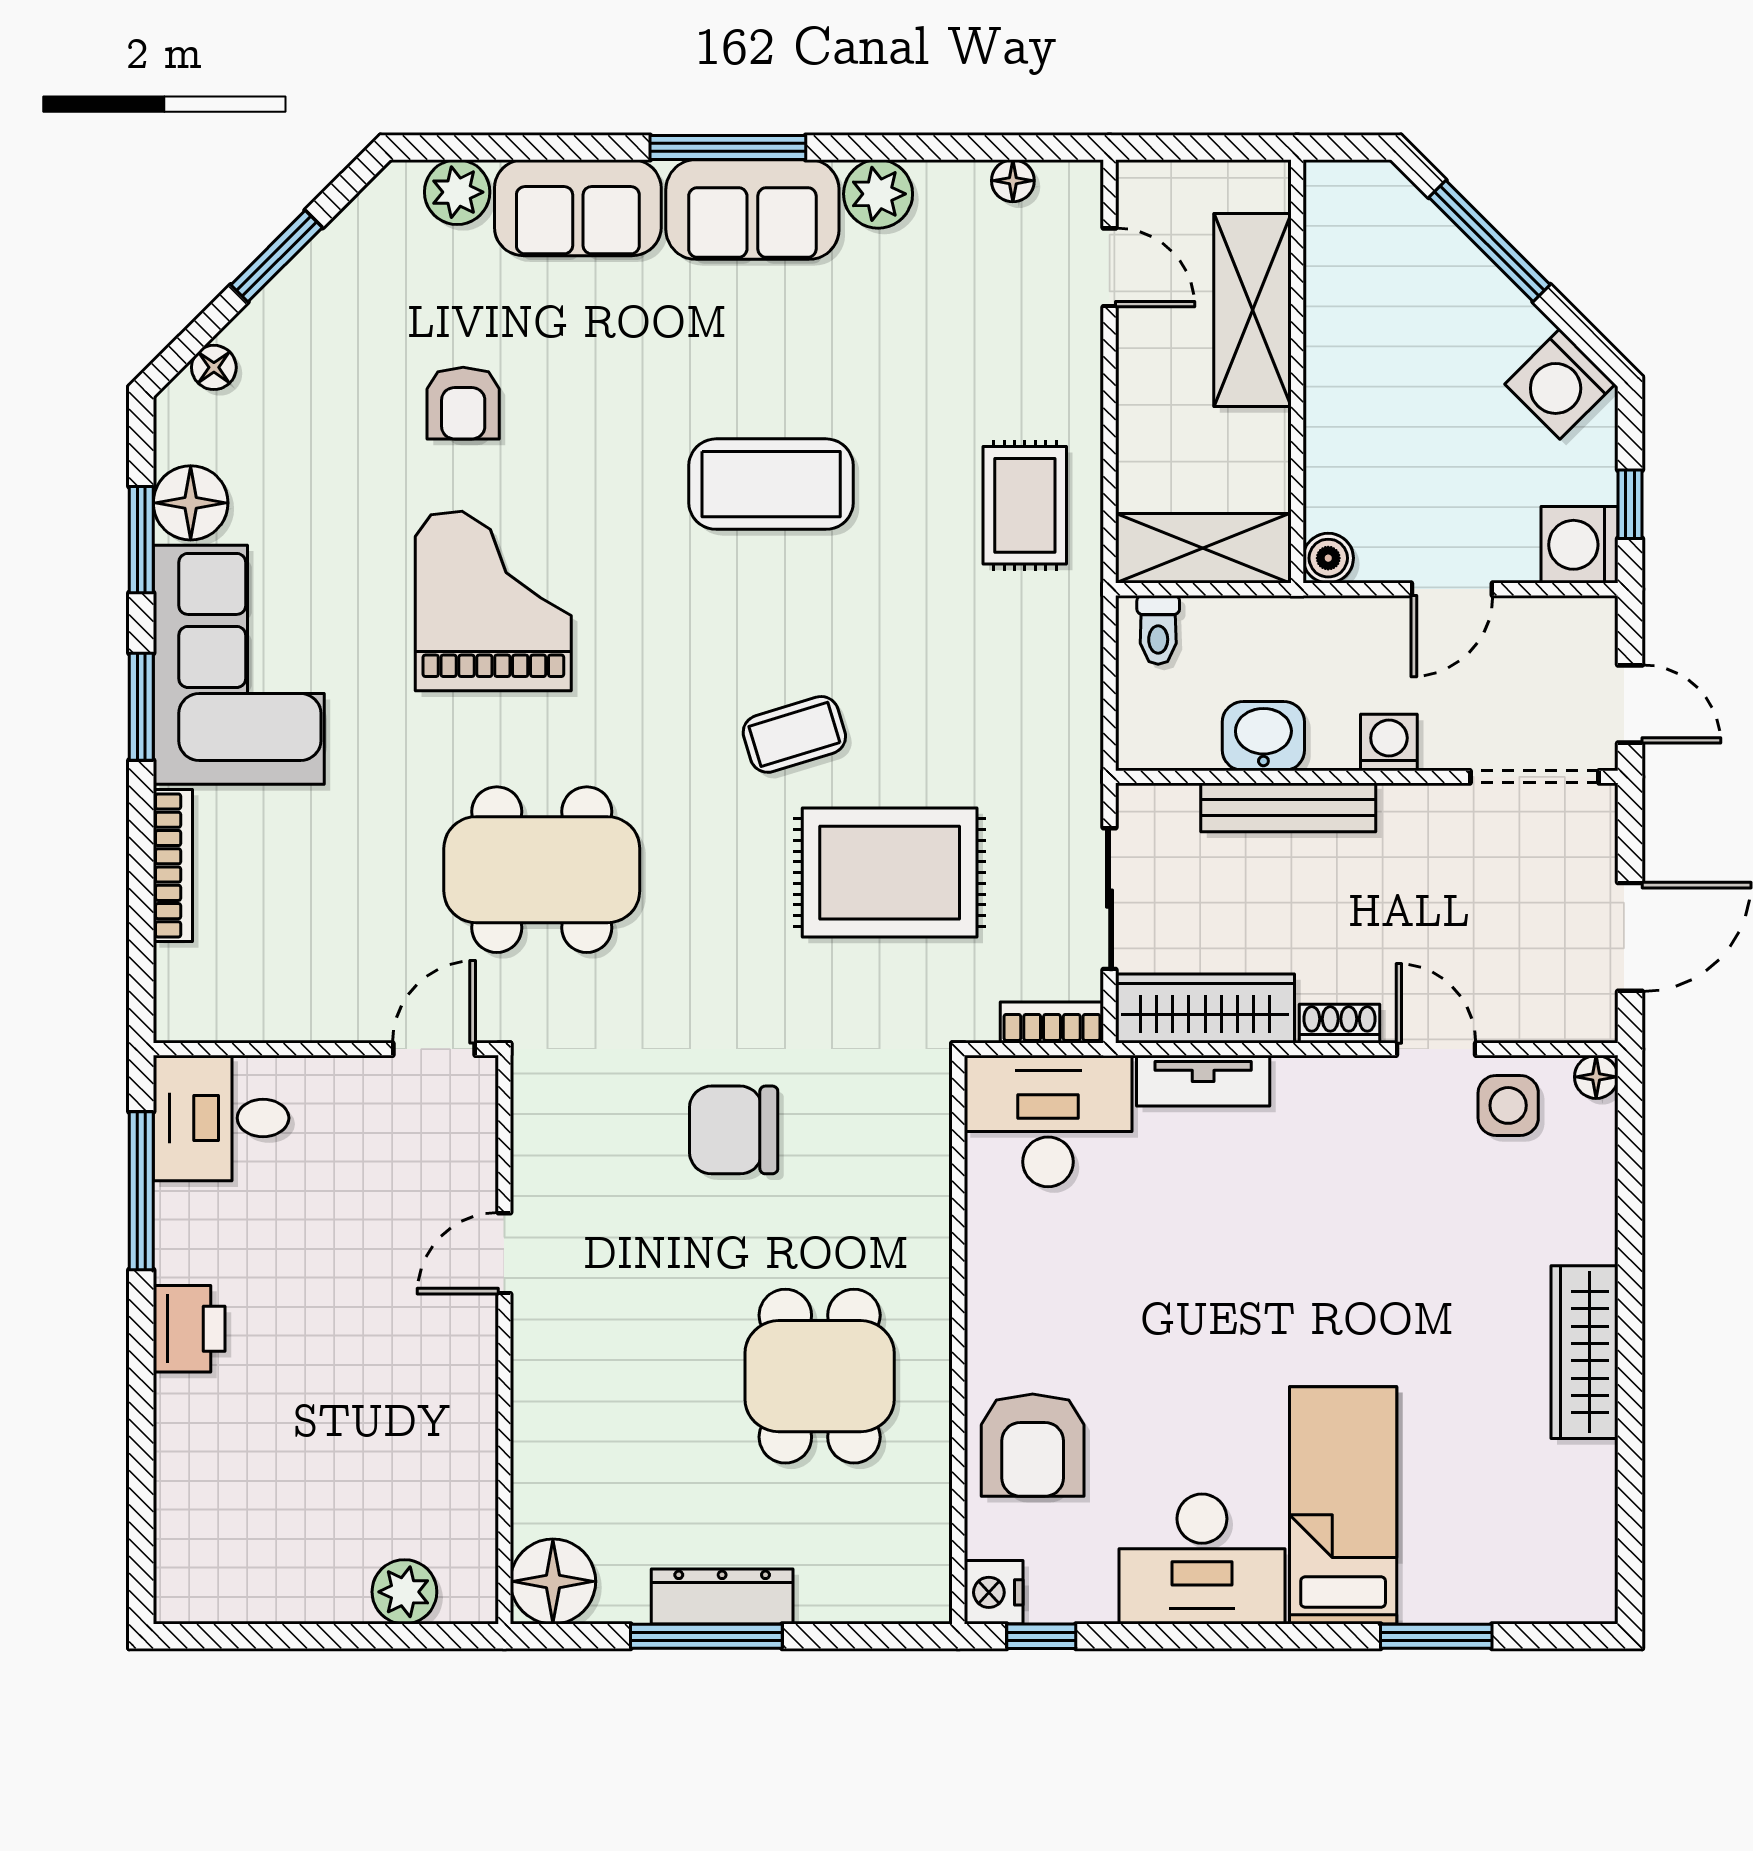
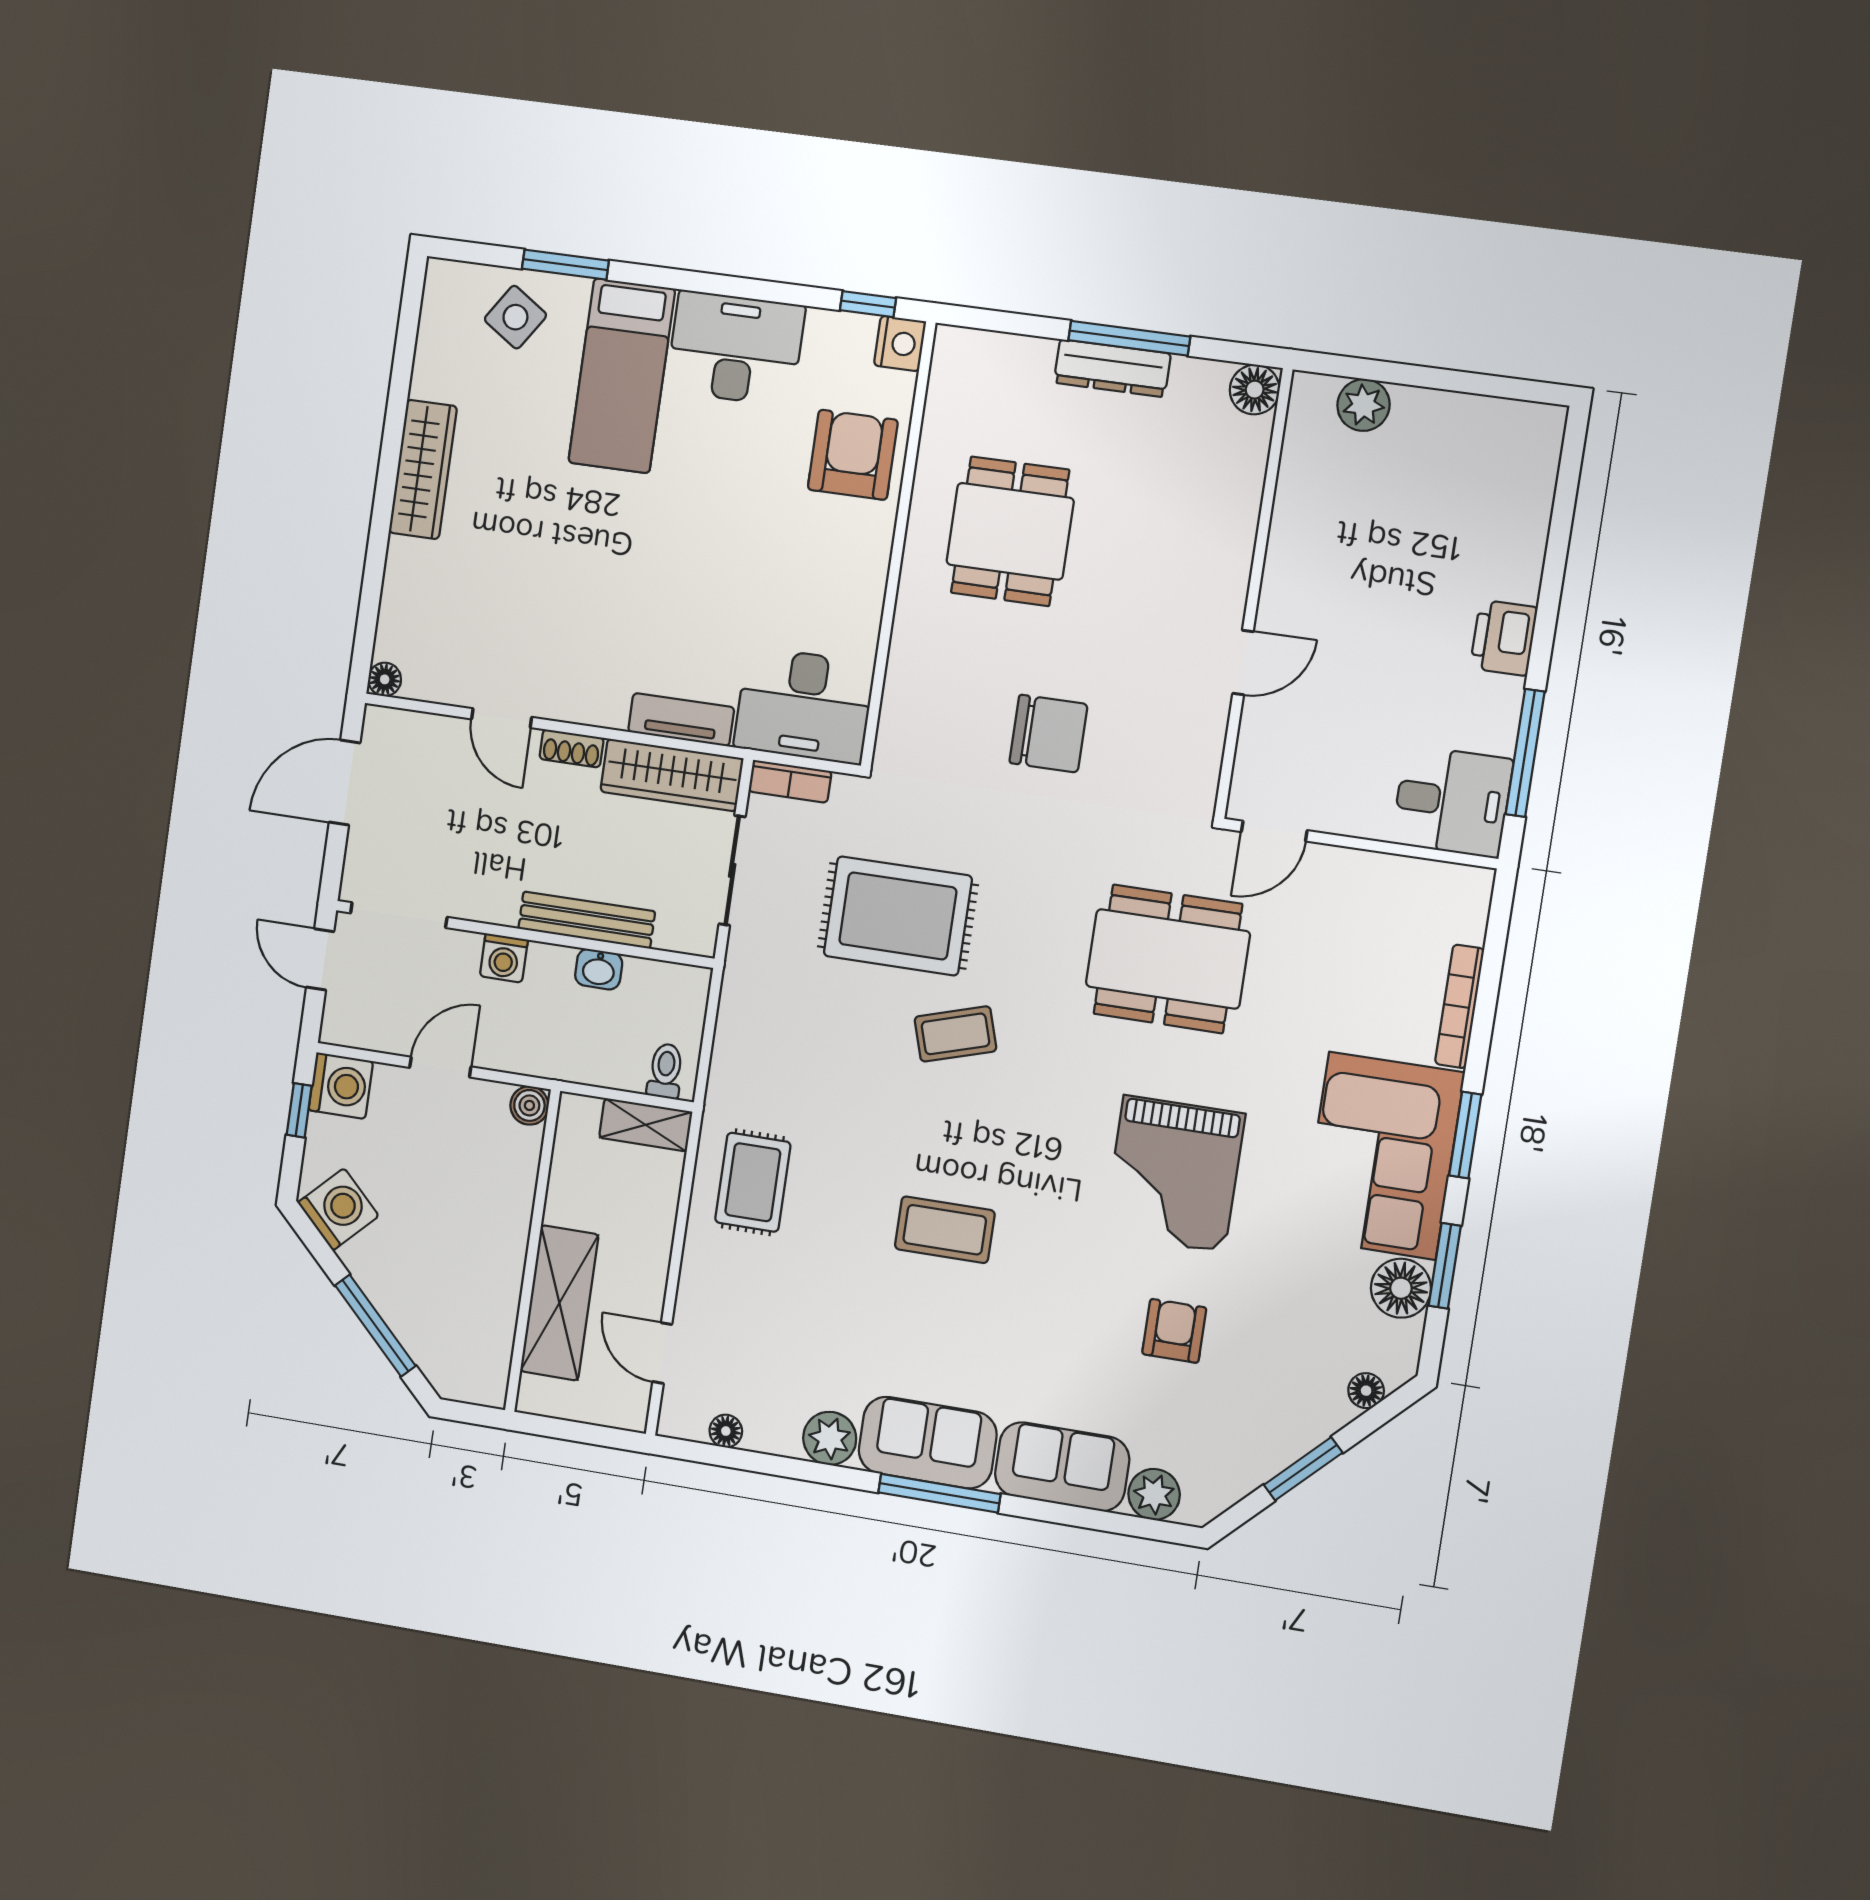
coffee table: (771, 484) -> (945, 1230), width x0.73, depth x0.76
shelving: (1203, 548) -> (646, 1125), width x0.67, depth x0.75
washbasin: (1263, 736) -> (599, 969), width x0.72, depth x0.69
side table: (1508, 1105) -> (515, 317), moved, turned 34
floor lamp: (553, 1581) -> (1255, 390), width x0.73, depth x0.73

